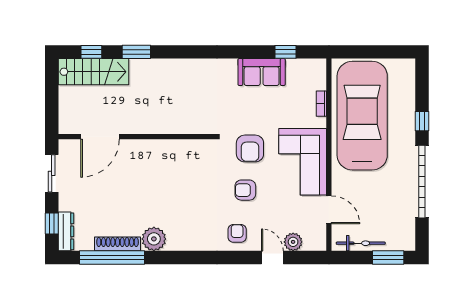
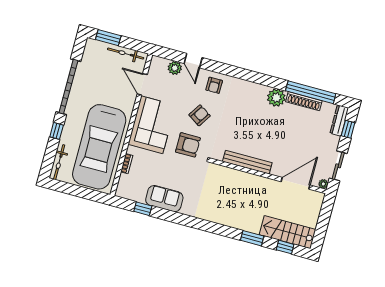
bicycle: (408, 82) -> (59, 162), added
plant: (64, 145) -> (323, 184), added
bench: (169, 147) -> (247, 162), added
armchair: (250, 148) -> (188, 145), turned 90
armchair: (245, 190) -> (200, 115), turned -57

